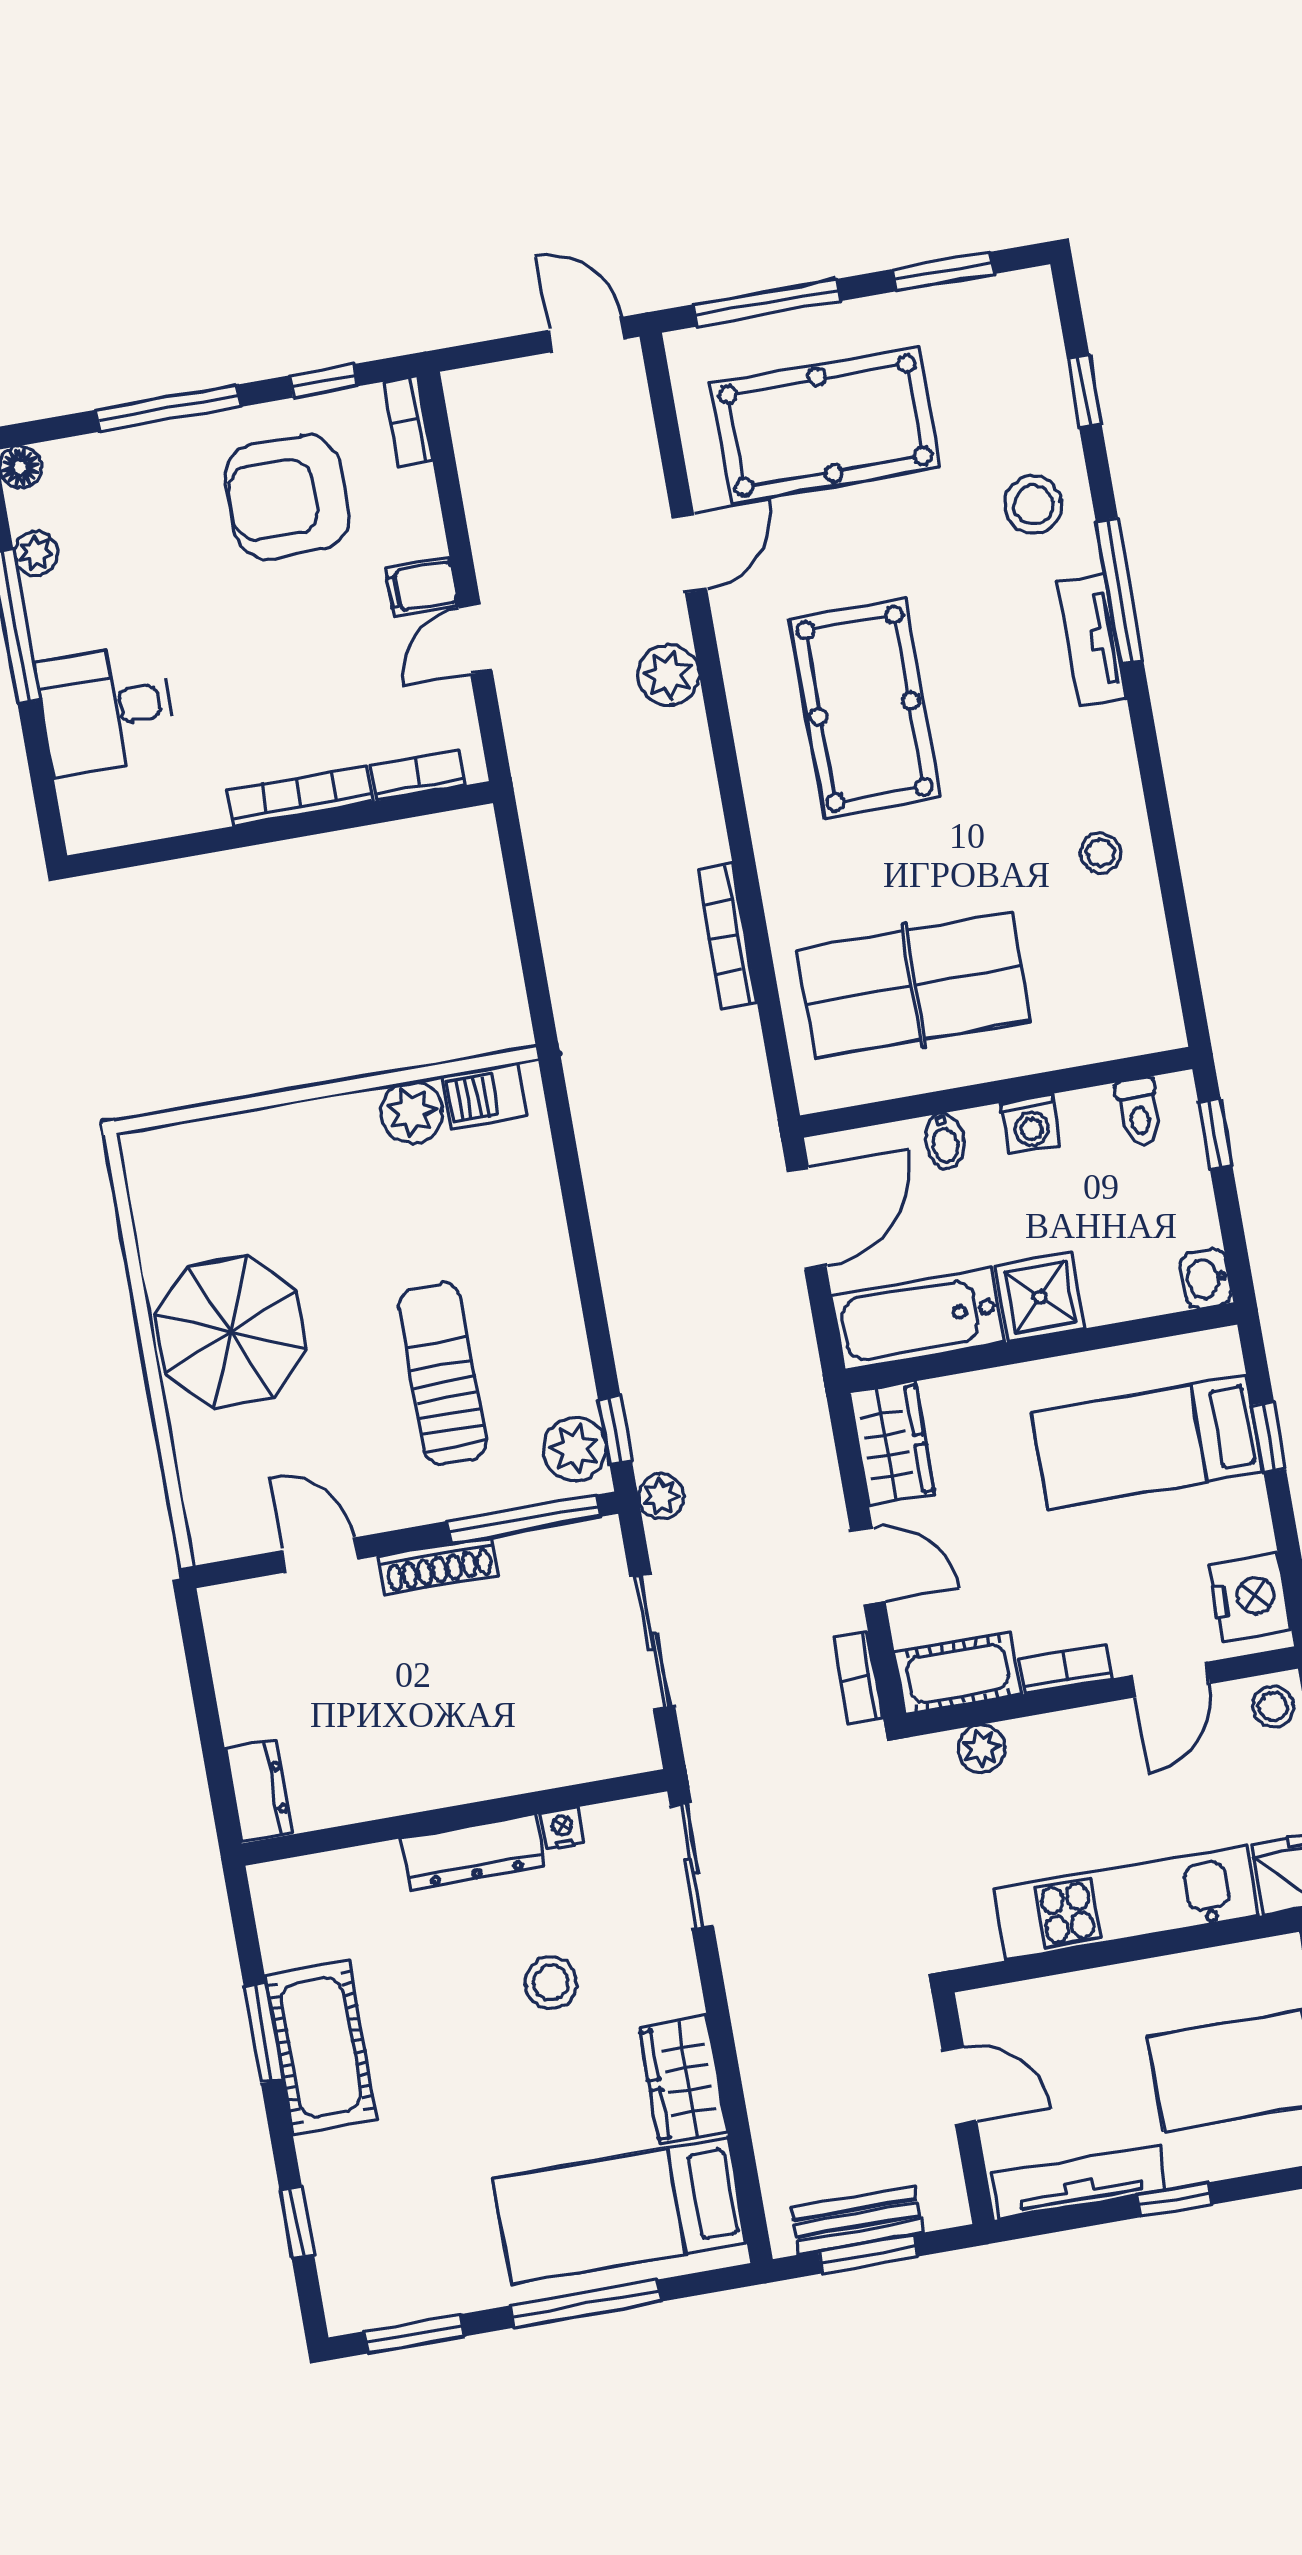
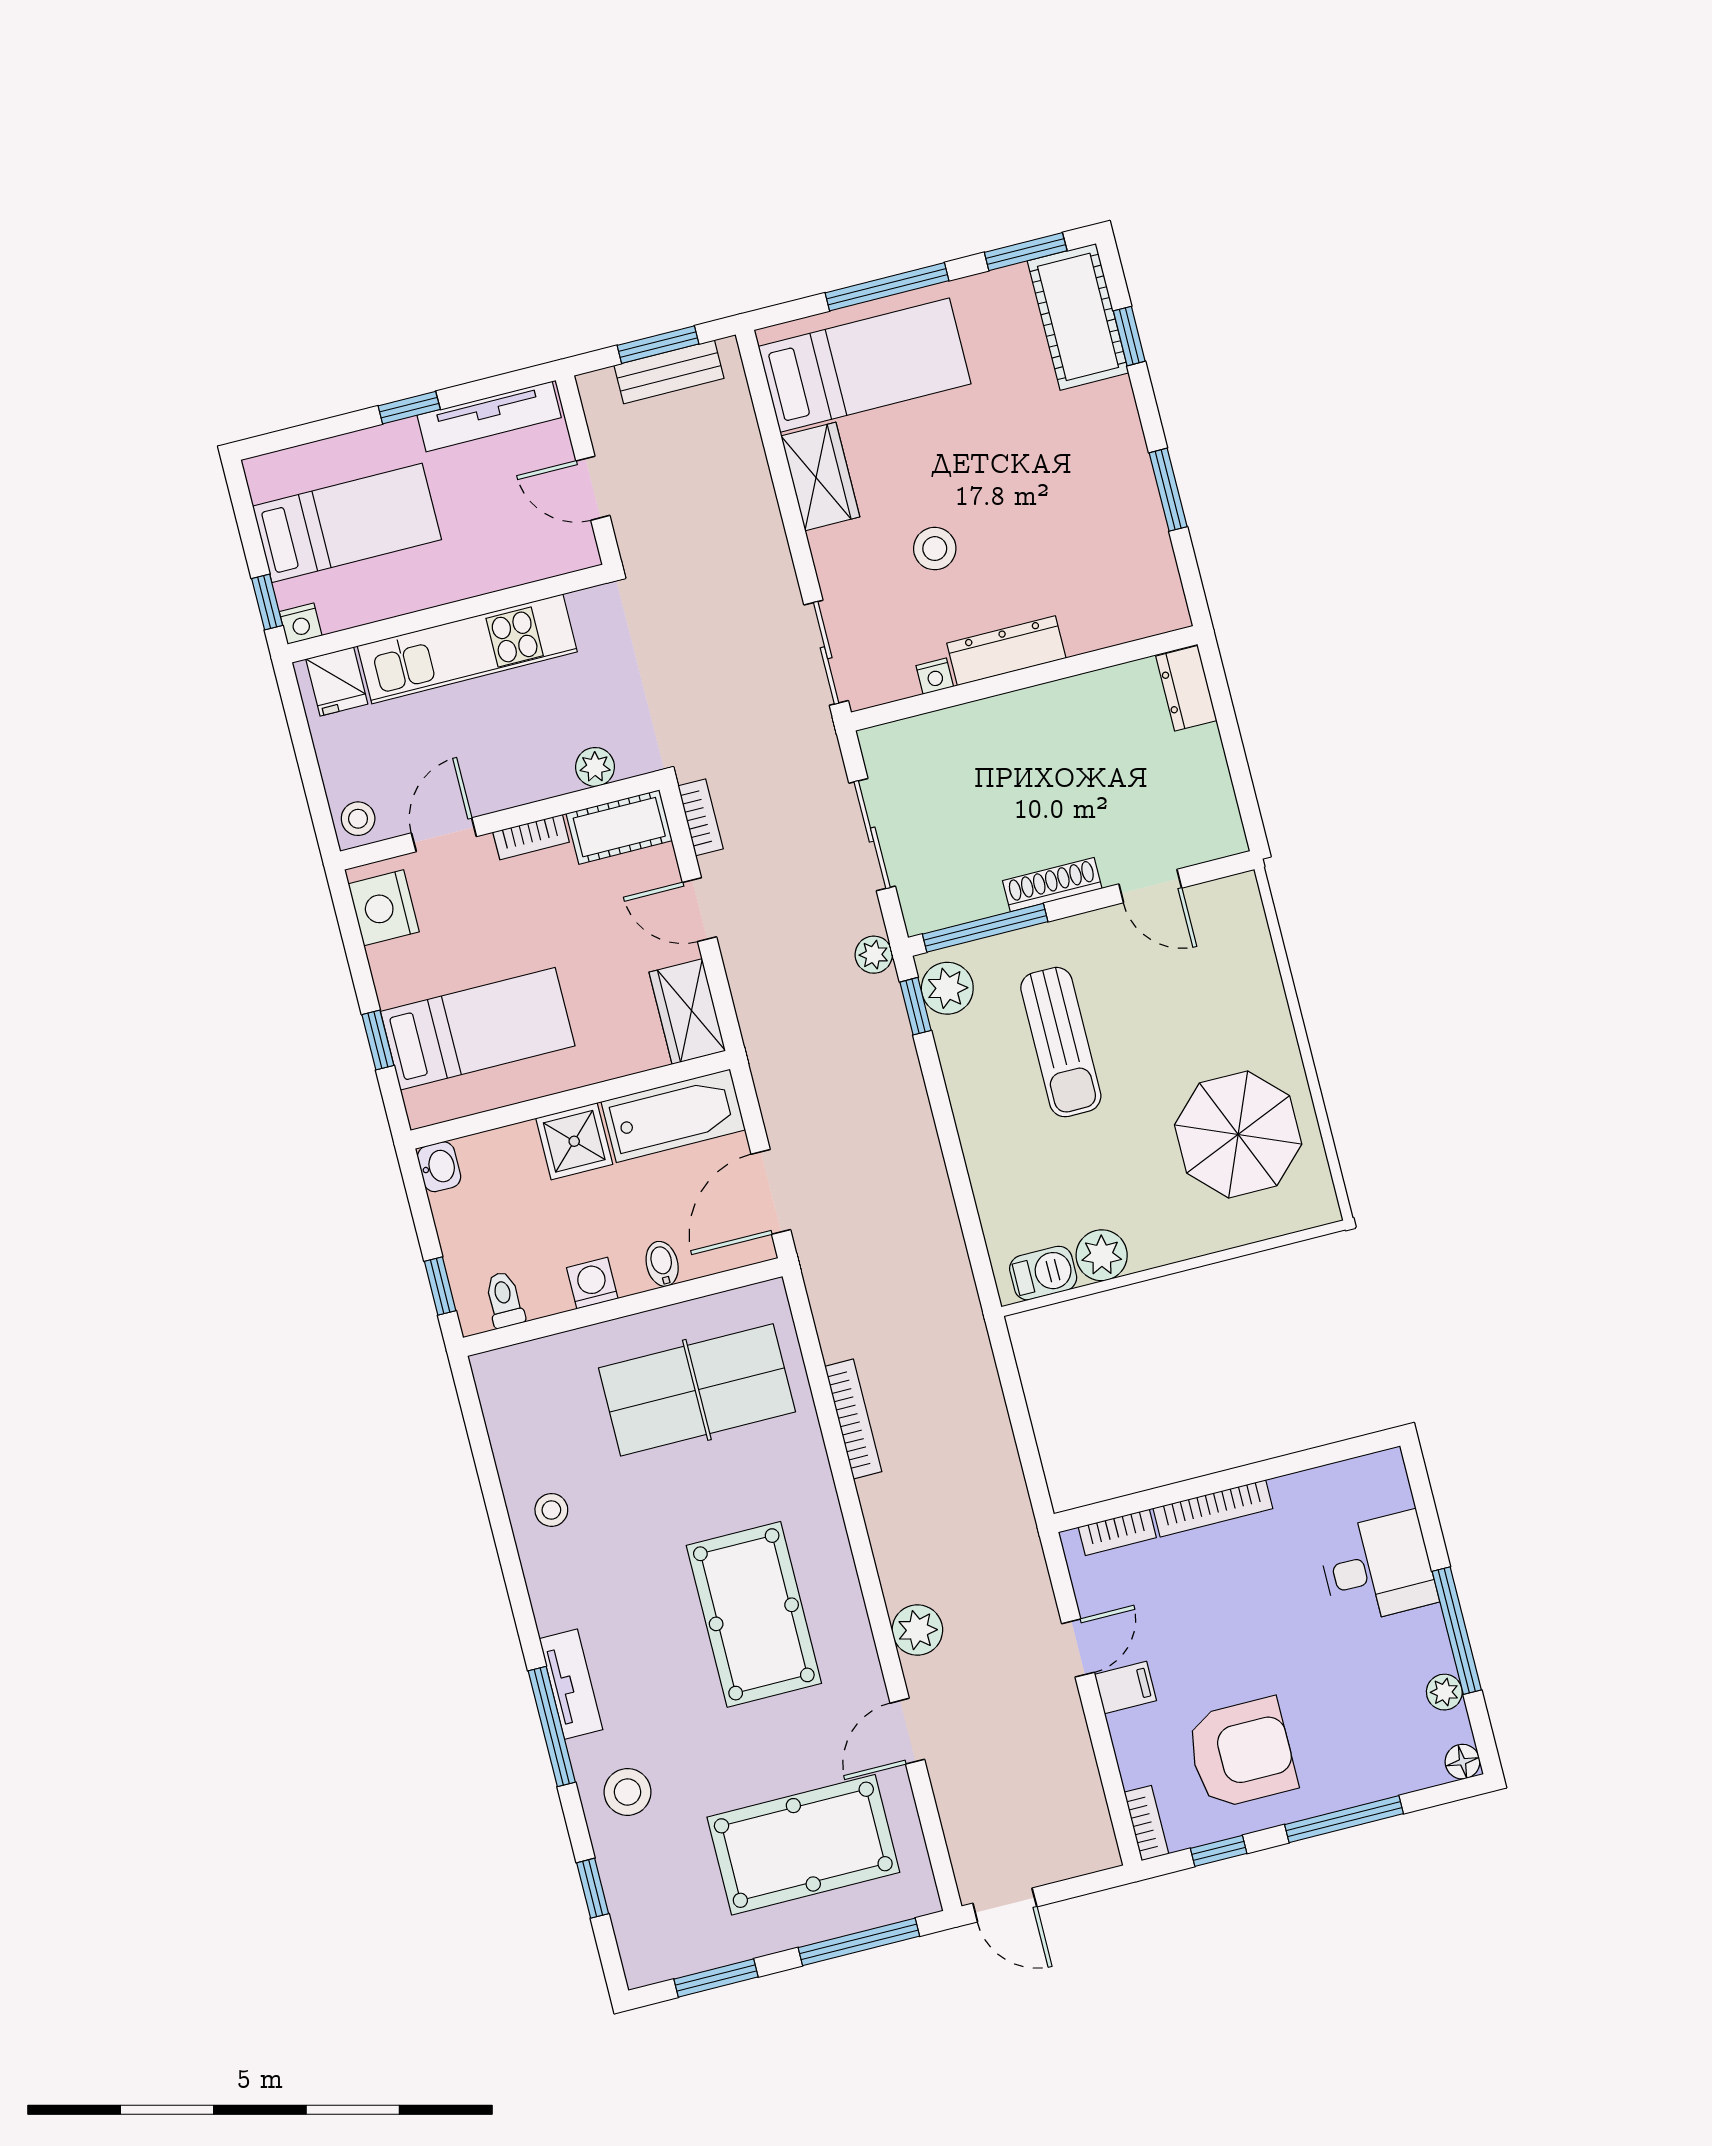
parasol: (231, 1332) -> (1238, 1134), moved
cot: (321, 2047) -> (1078, 317), moved

